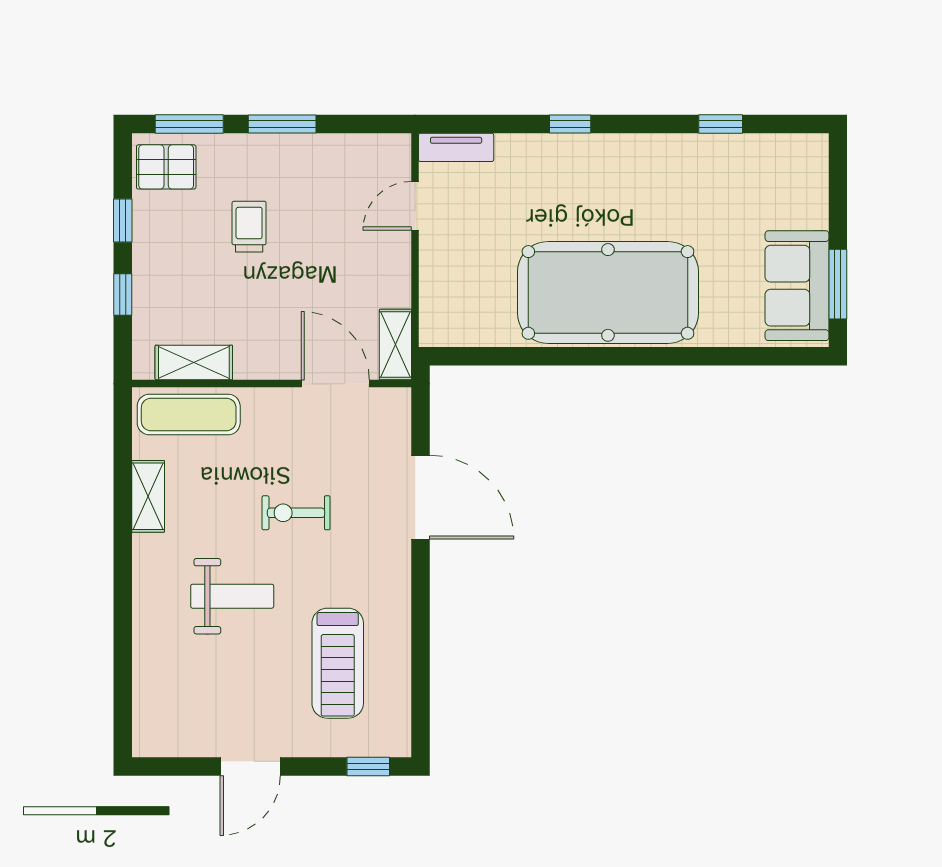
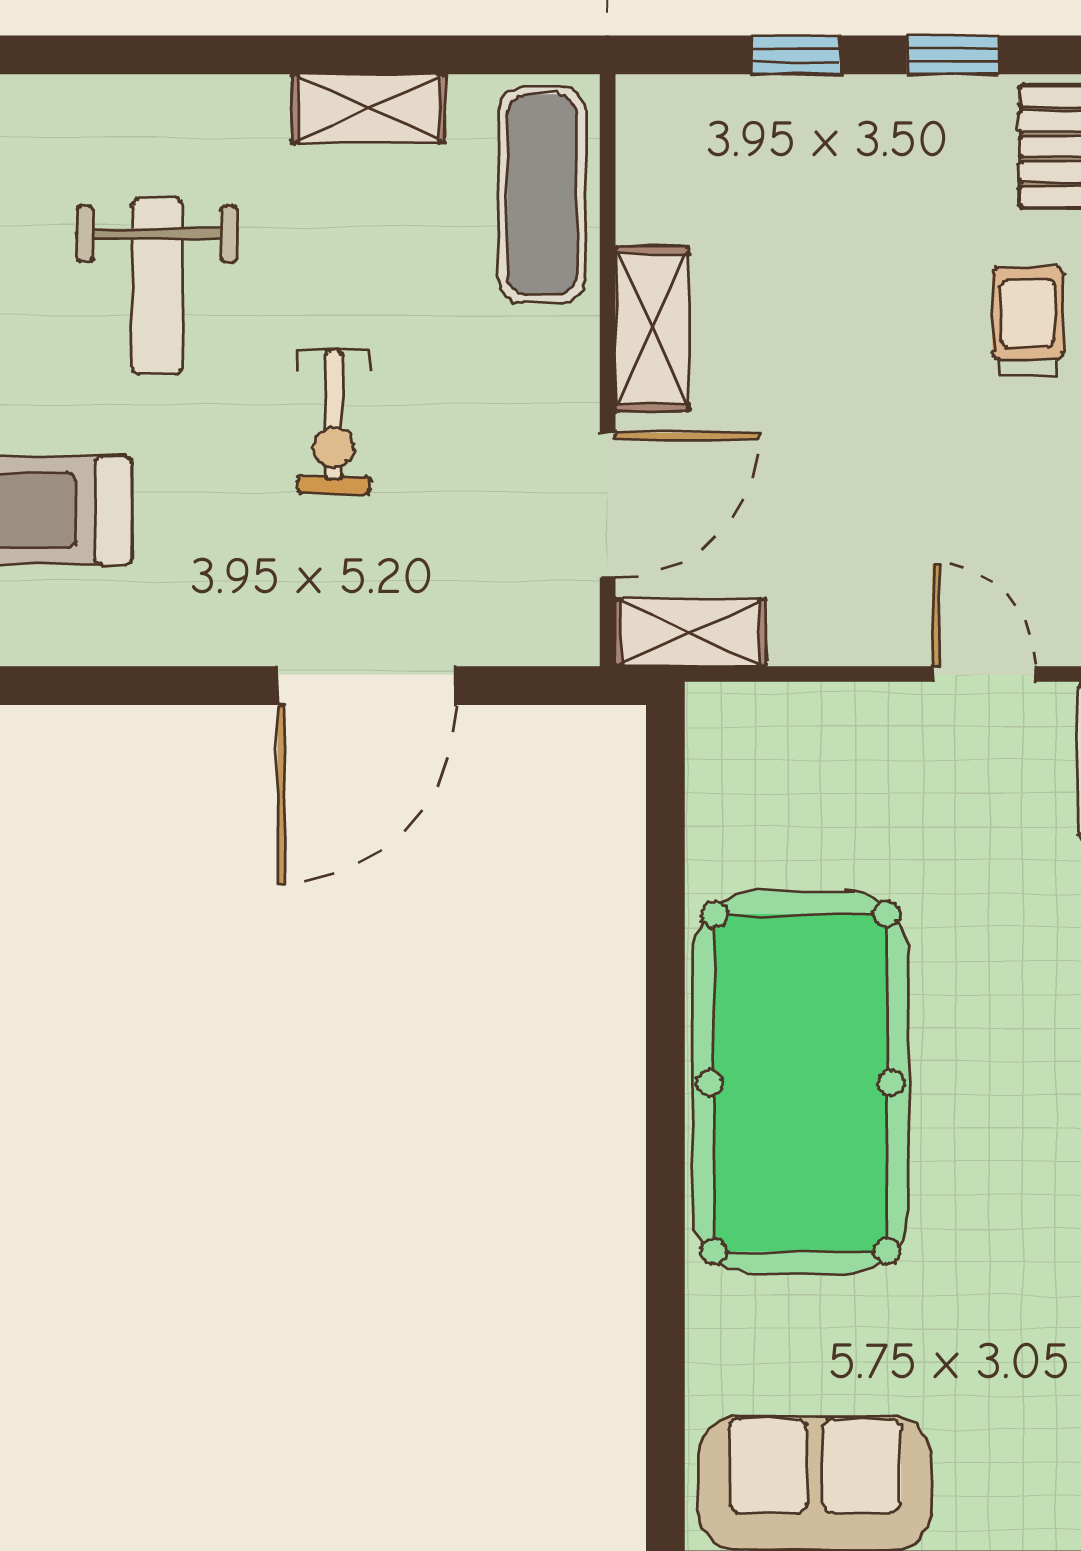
trolley: (249, 227) -> (1028, 321), moved, turned -90
shelving: (194, 363) -> (652, 329), moved
exercise bike: (296, 513) -> (334, 422), turned 180

